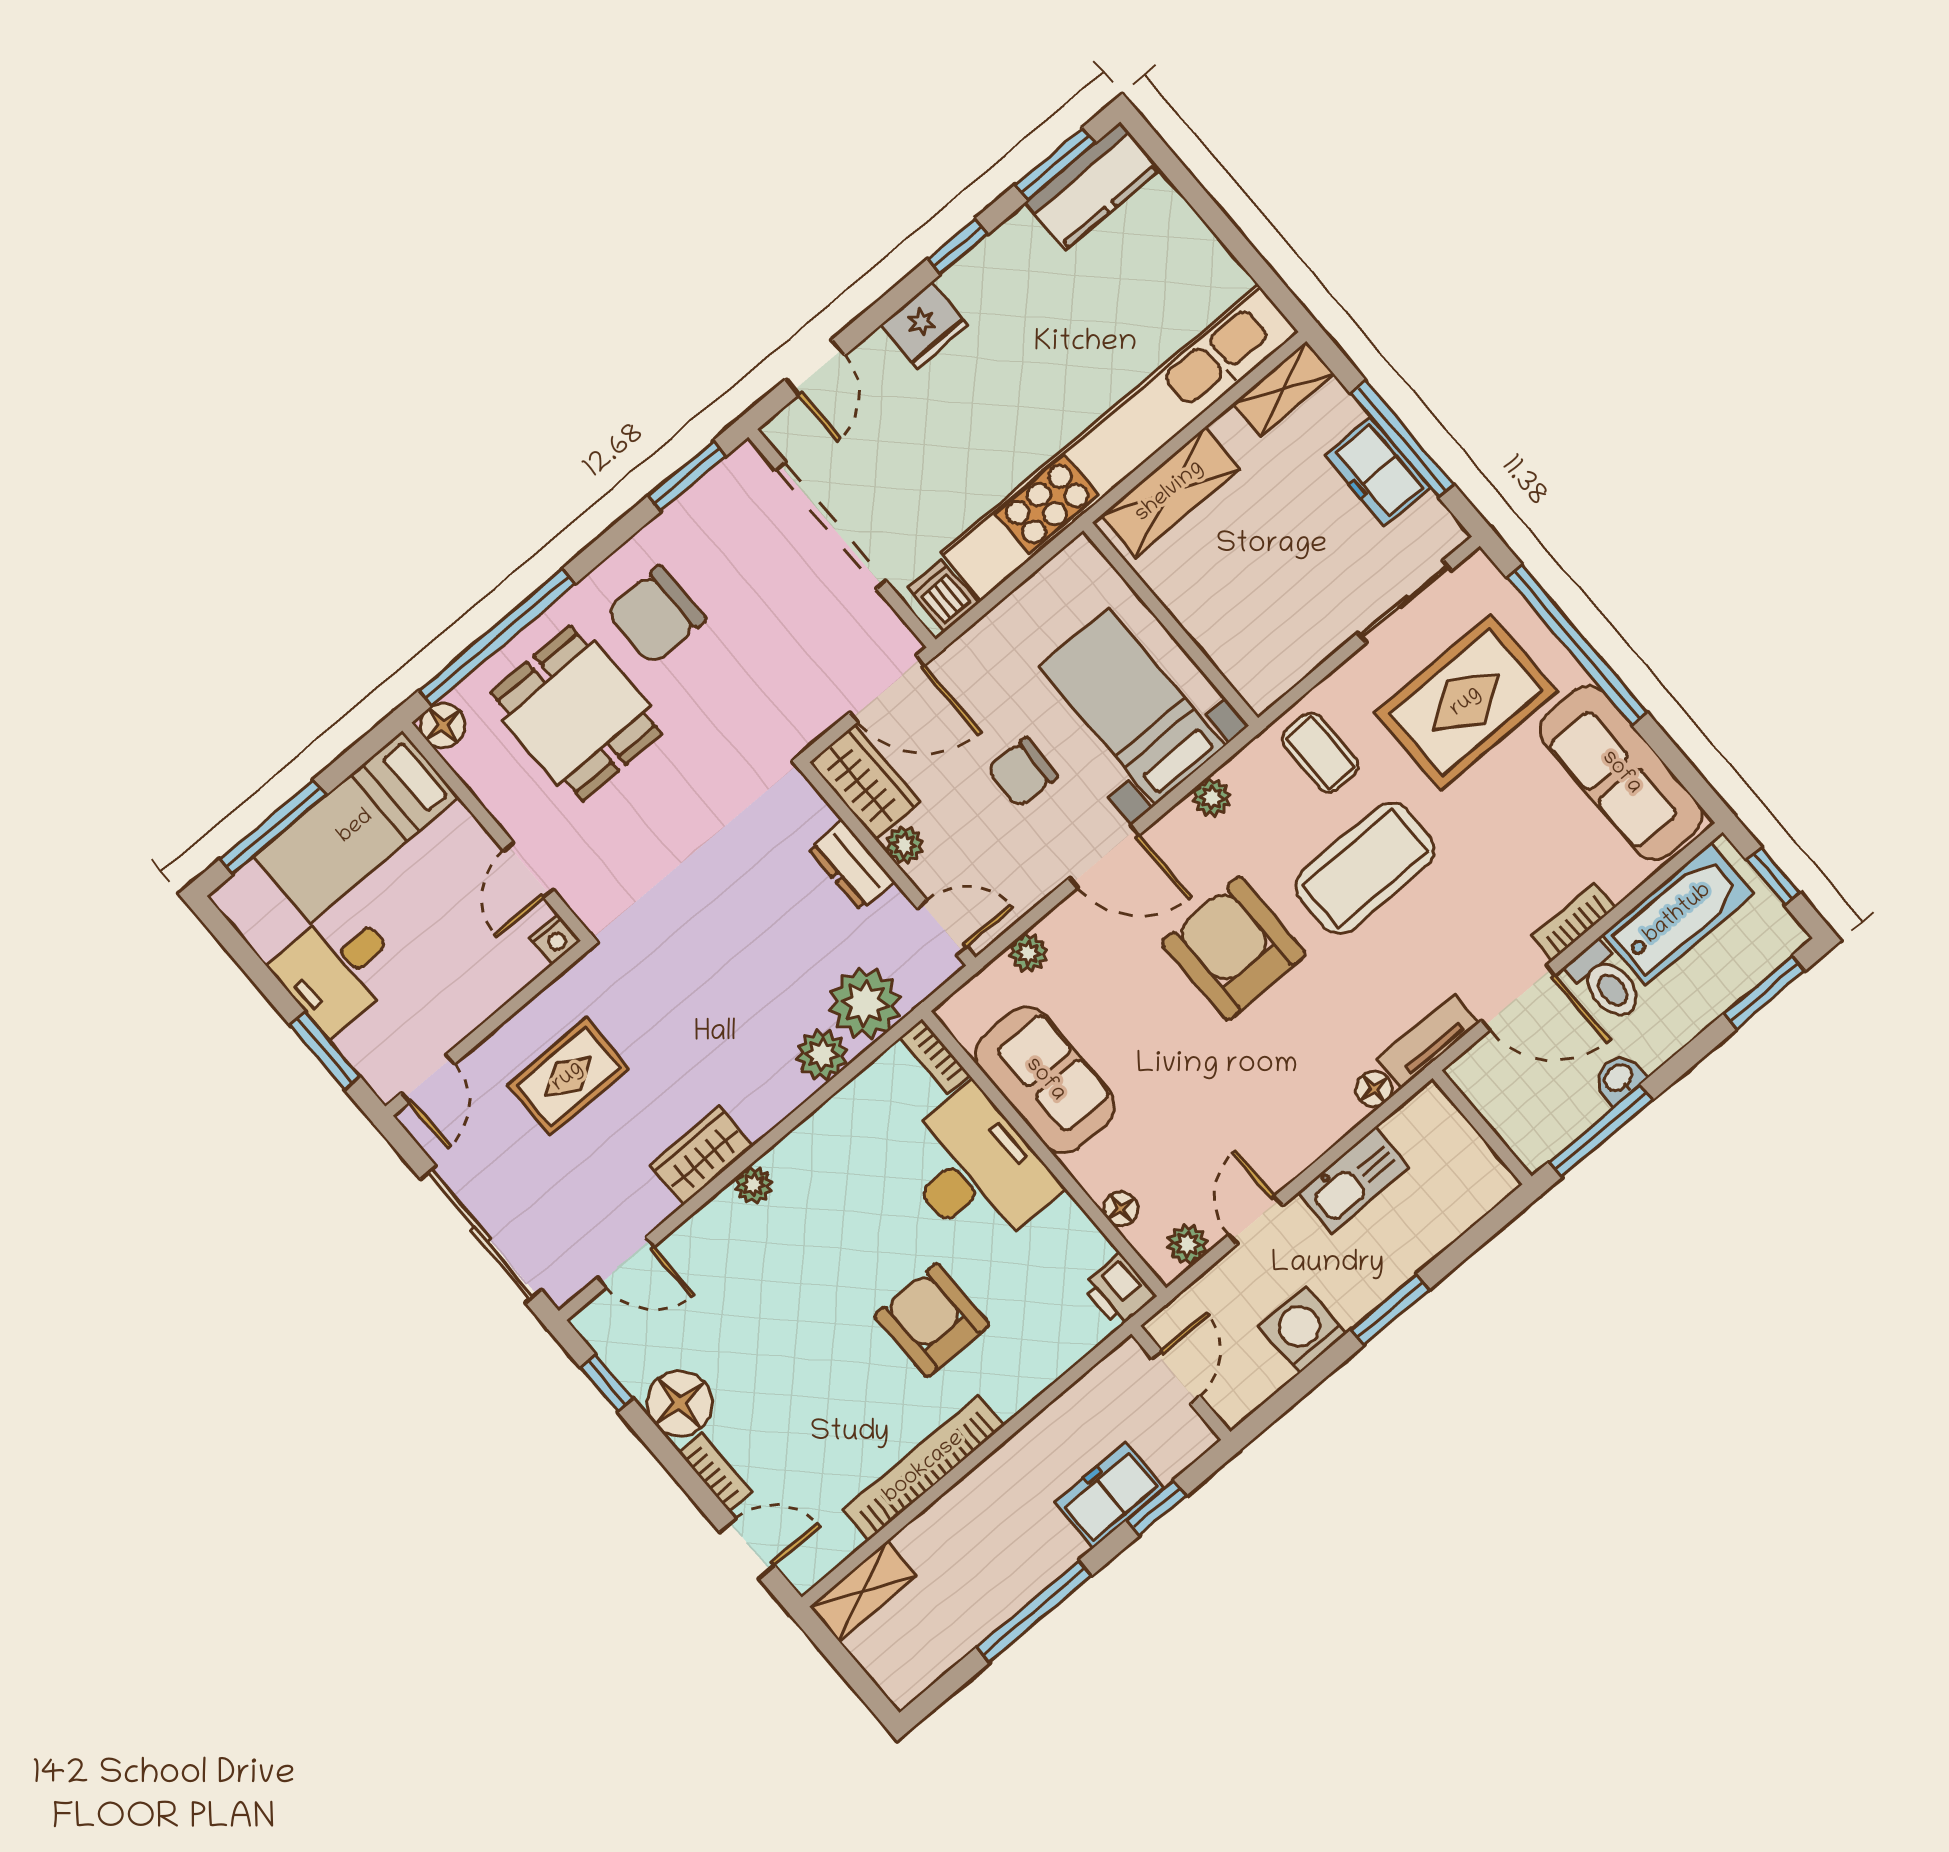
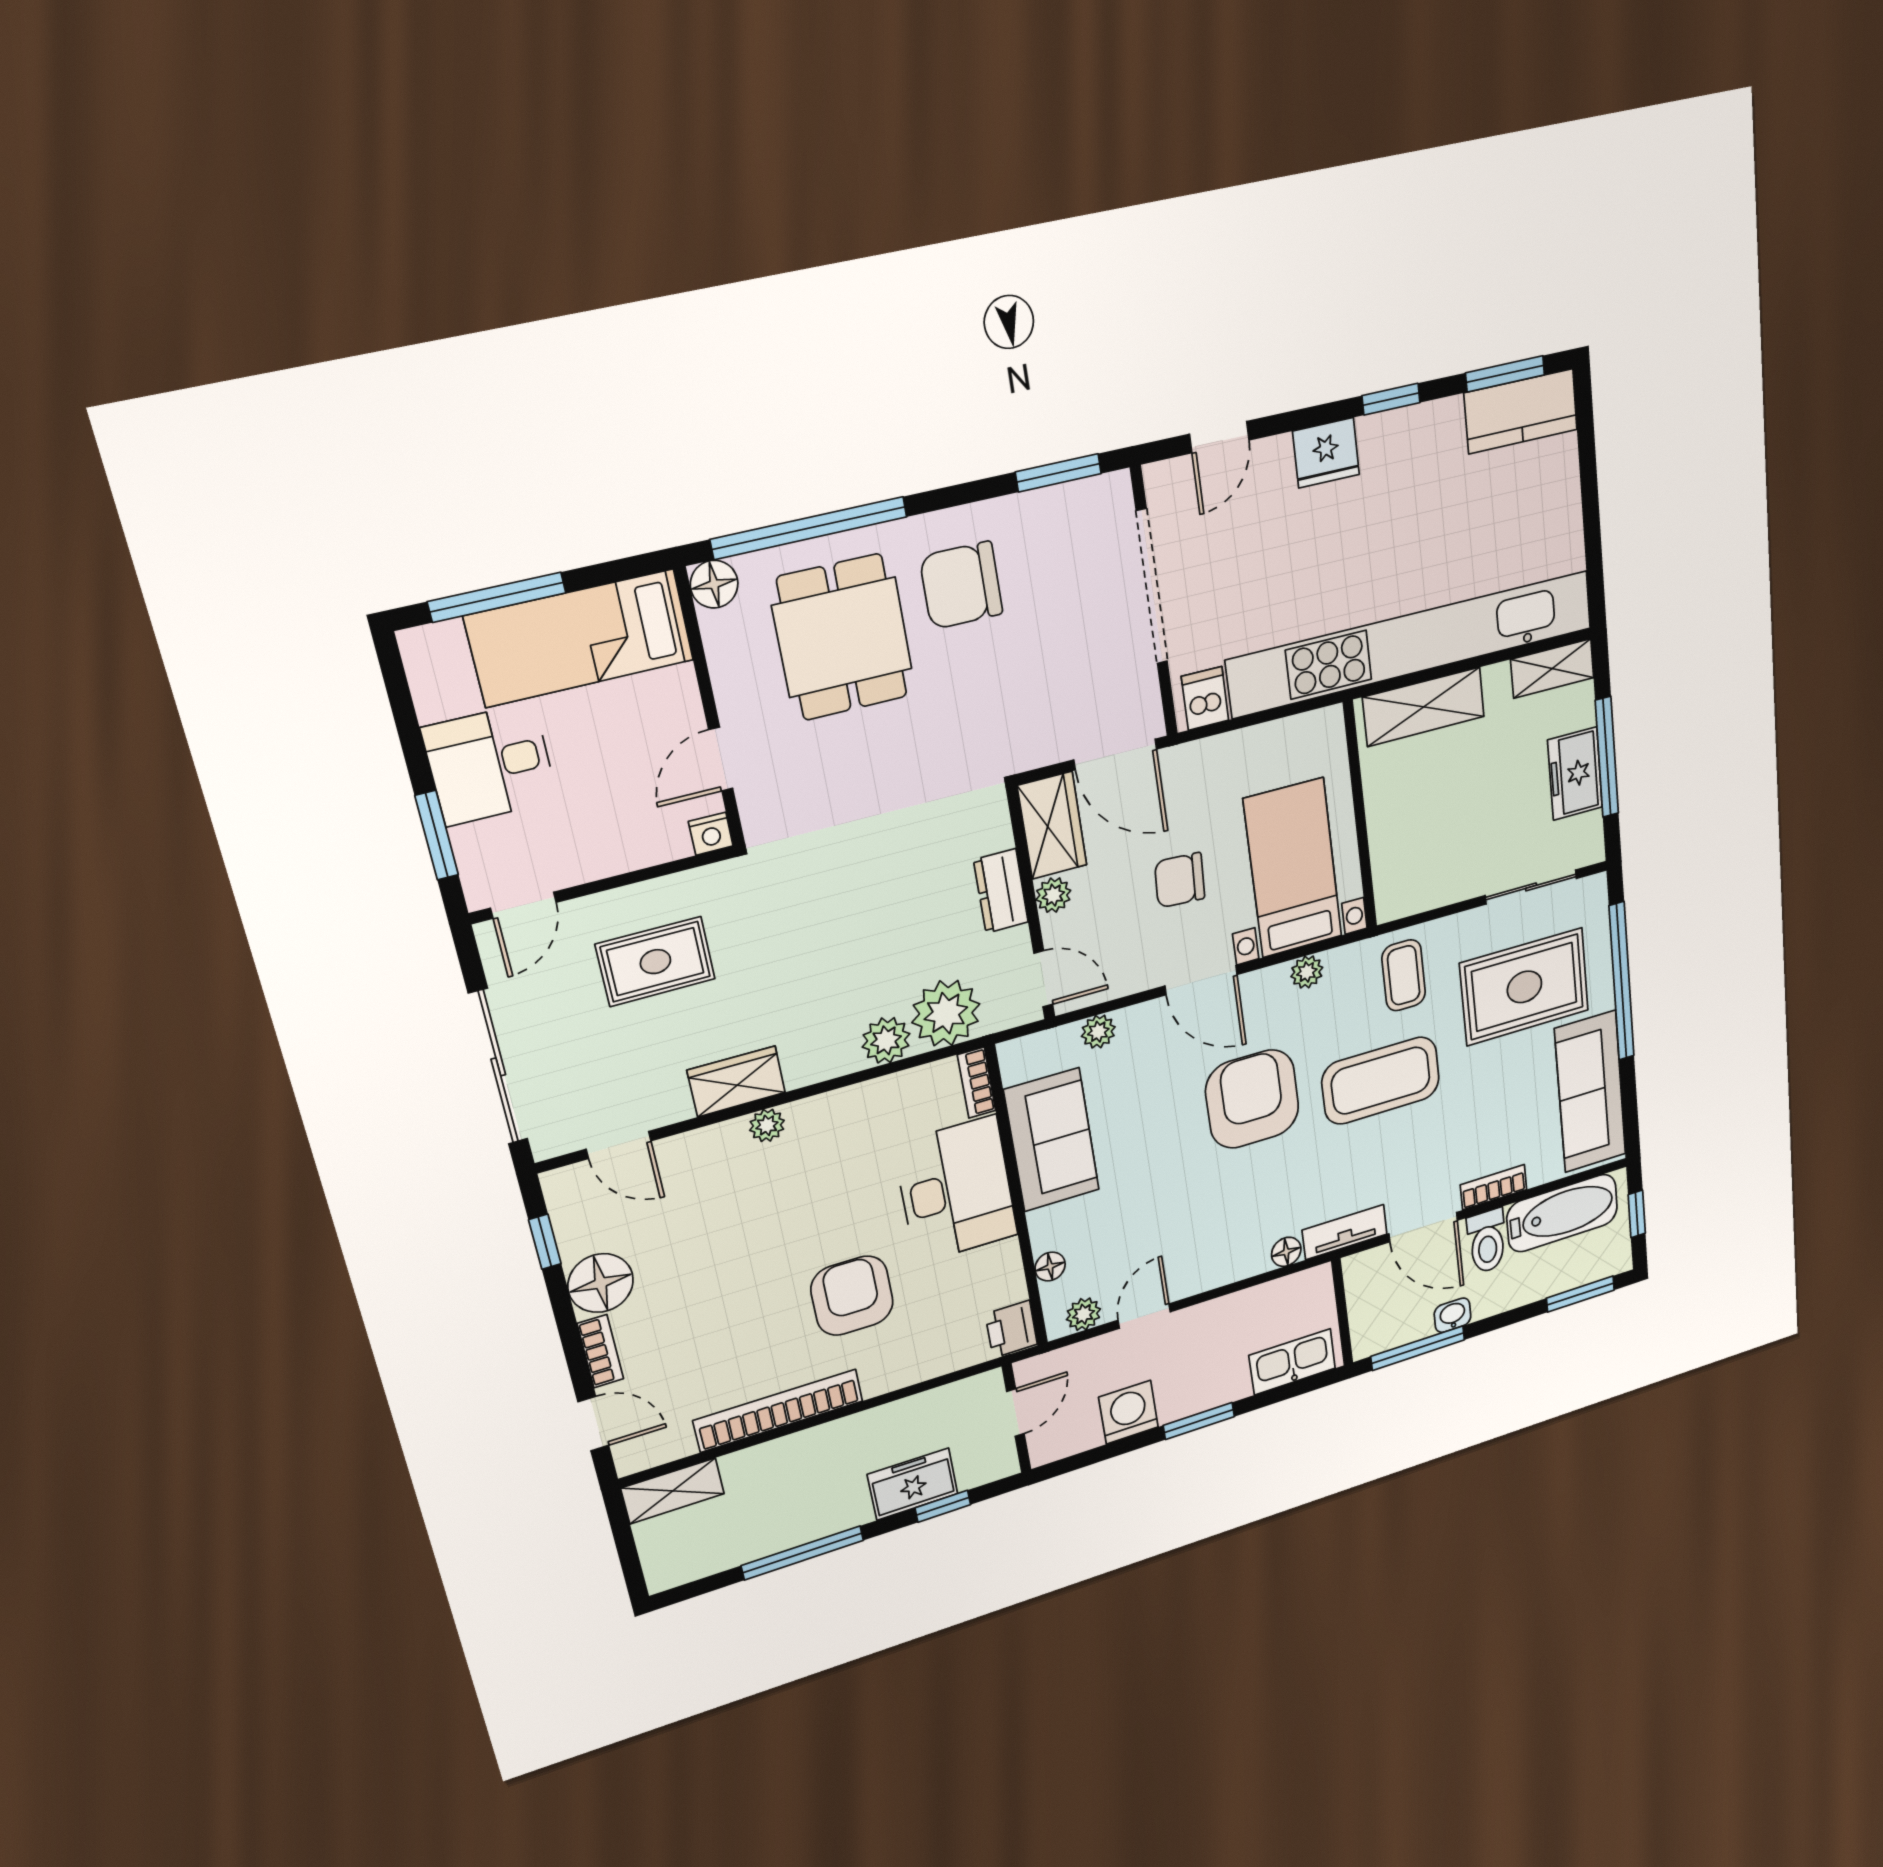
kitchen sink: (1354, 1180) -> (1292, 1362), moved, turned 180

